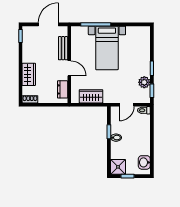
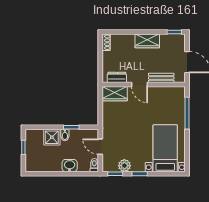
bed with nightstands: (107, 48) -> (165, 148), moved, turned 90
door: (69, 68) -> (140, 85), hinge flipped
wardrobe: (29, 74) -> (147, 41), moved
wardrobe: (91, 96) -> (115, 94), moved, turned 90
washbasin: (144, 162) -> (70, 166), moved
shower: (118, 167) -> (52, 137), moved

